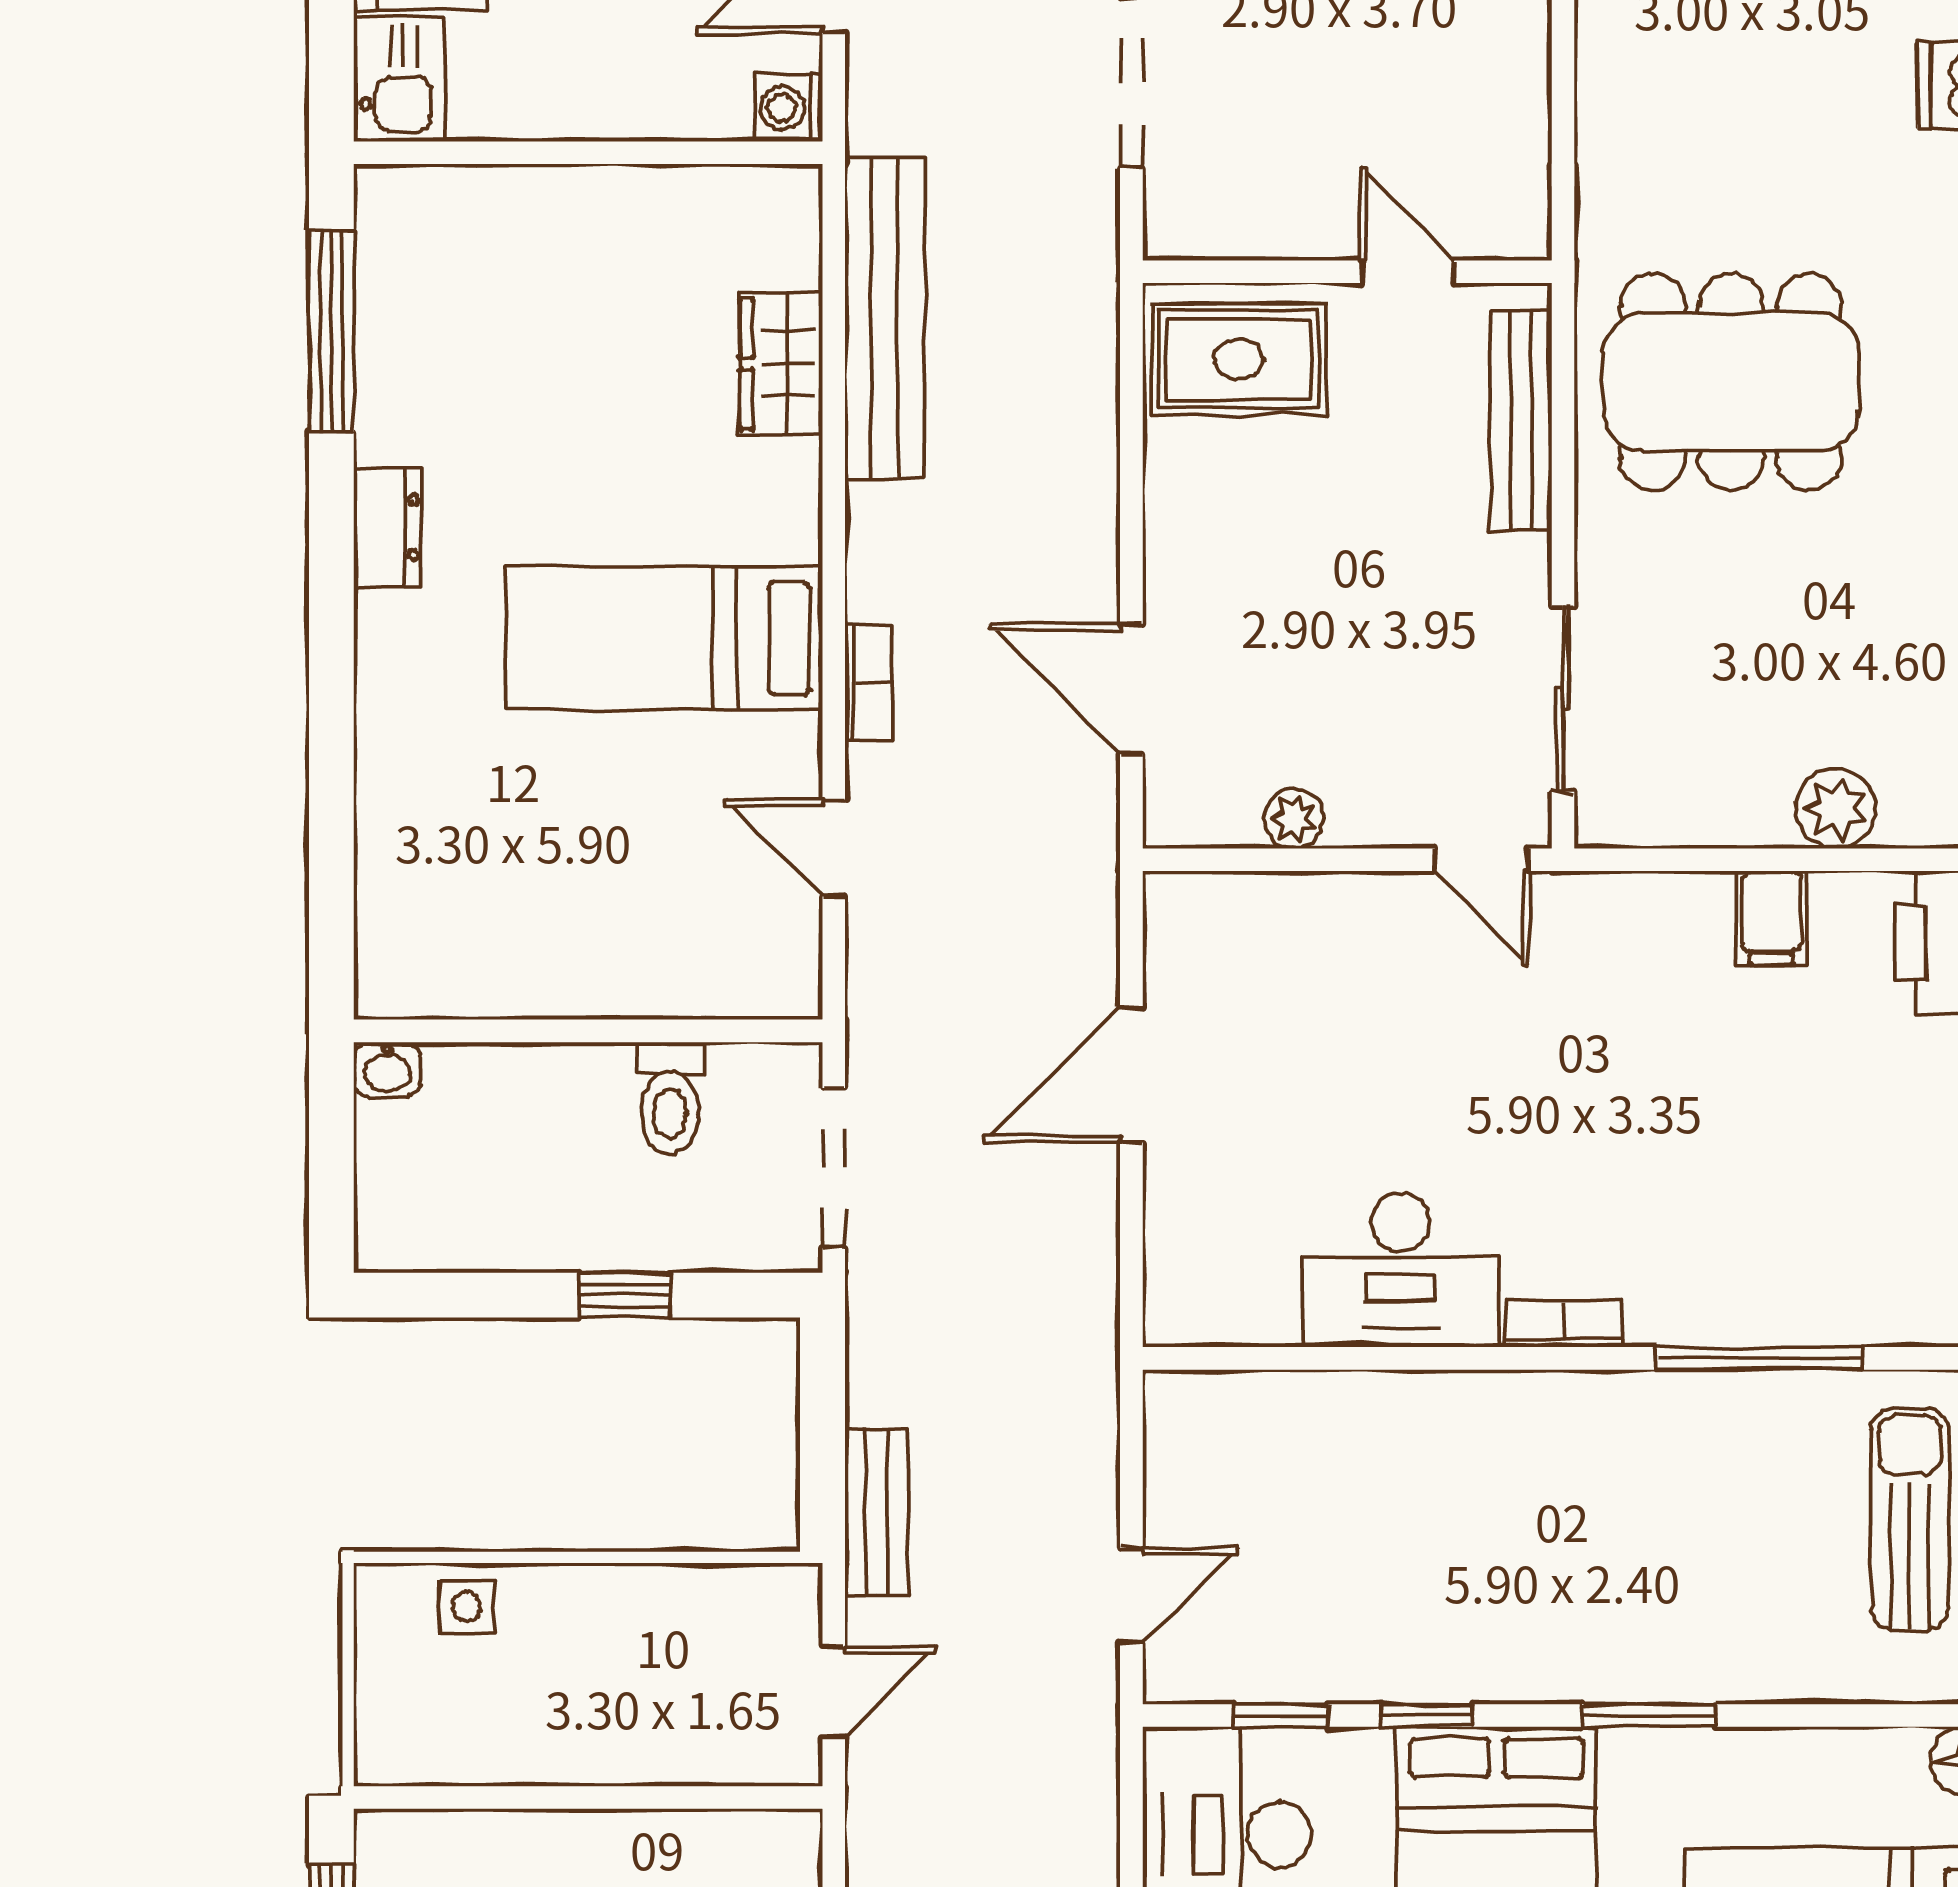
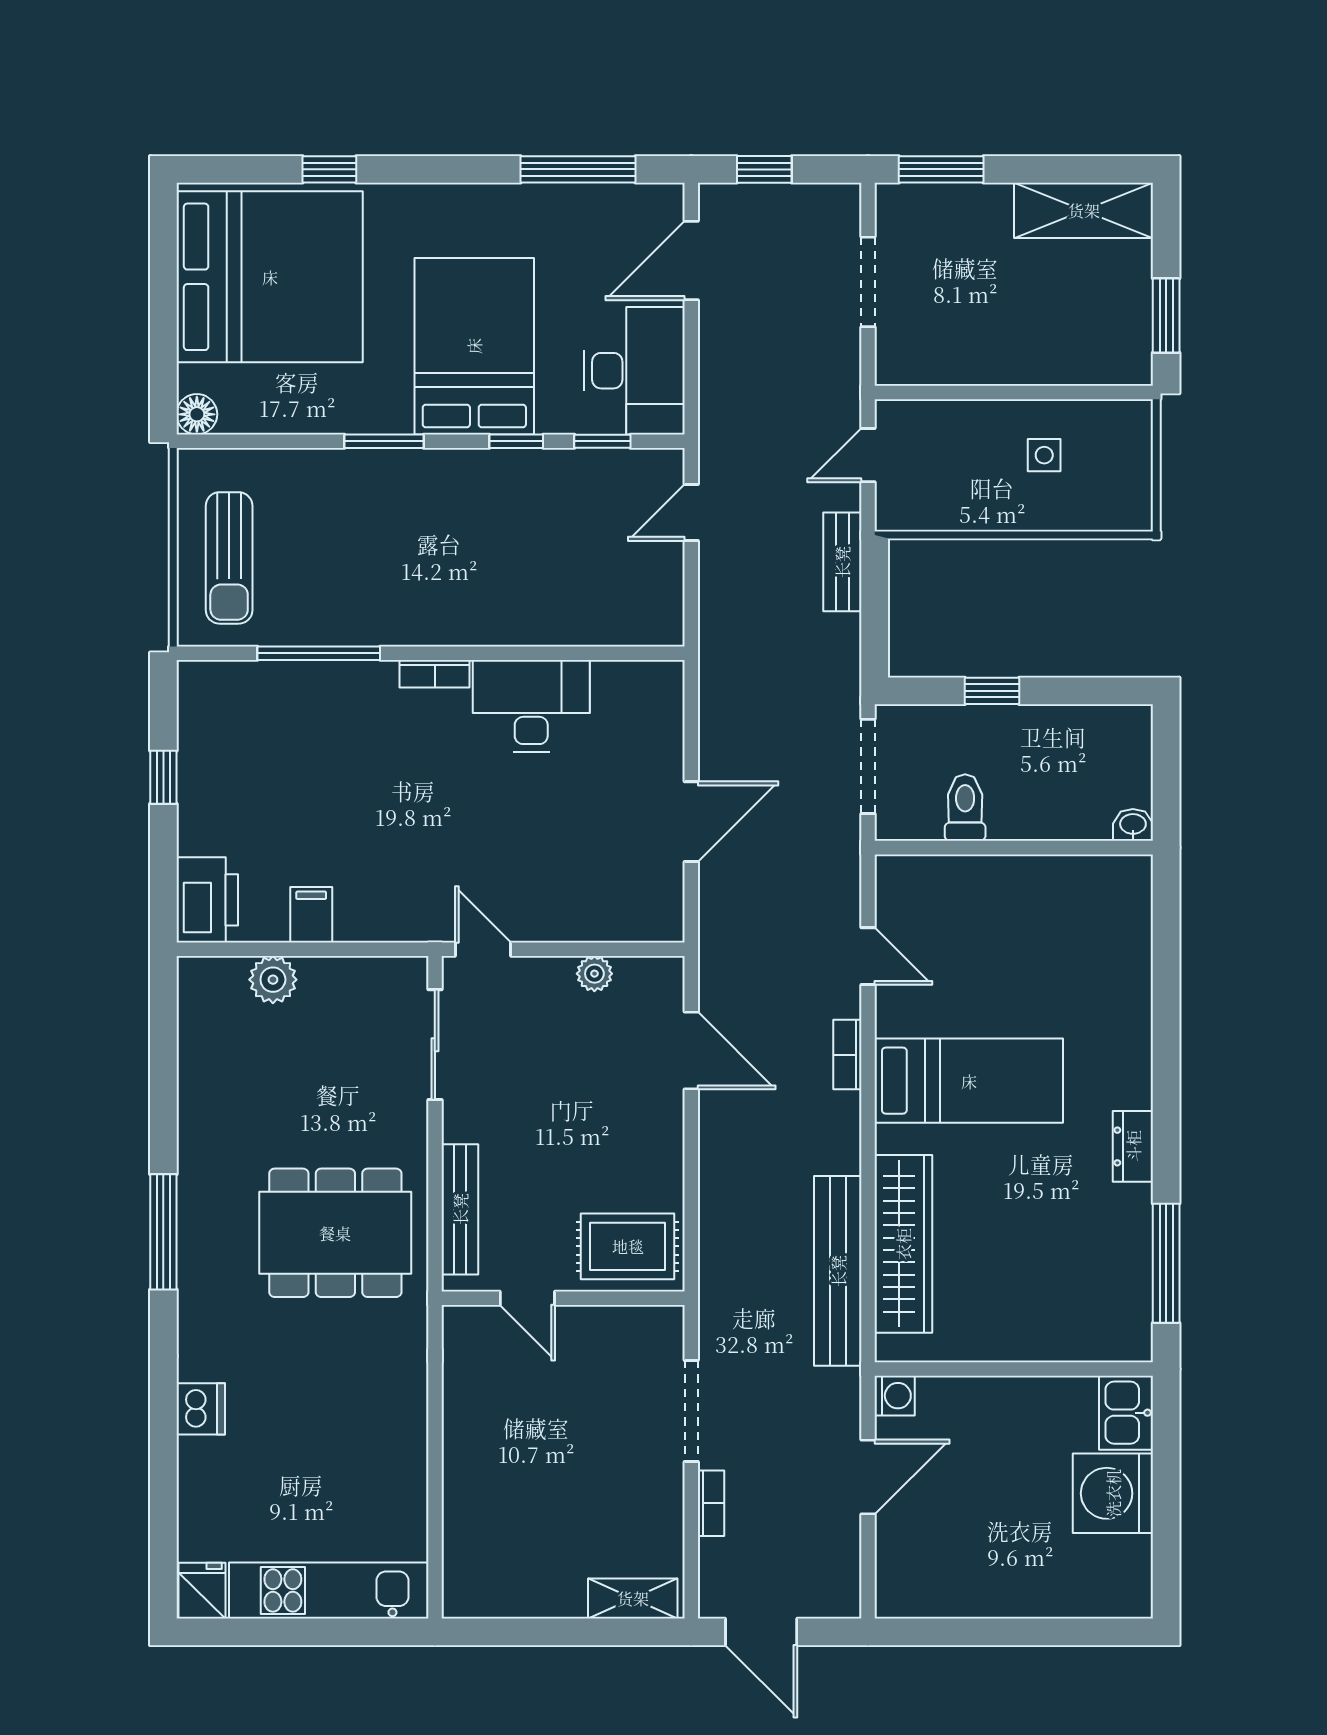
wardrobe: (781, 364) -> (903, 1244), width x2.10, depth x1.17
side table: (467, 1607) -> (1044, 455), moved

